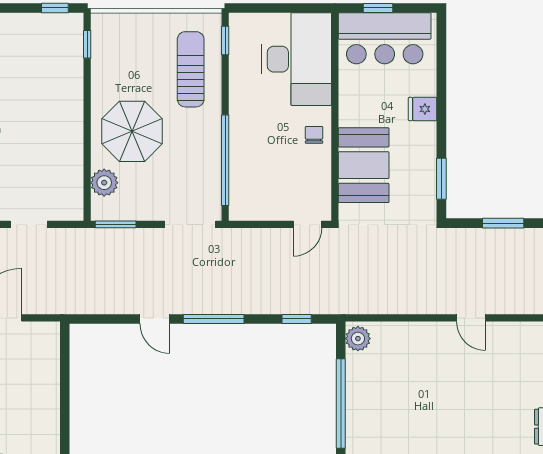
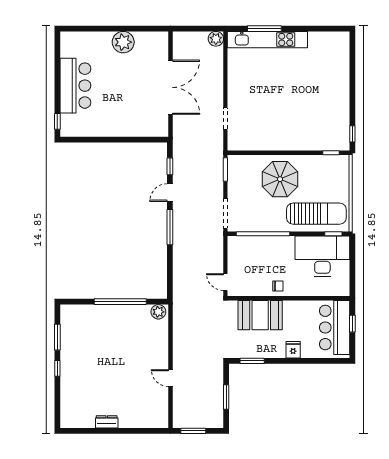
desk: (297, 59) -> (322, 256), moved, turned 180
sun lounger: (191, 69) -> (316, 214), width x1.36, depth x1.34
plant: (104, 183) -> (250, 163), removed
door: (471, 318) -> (171, 378), hinge flipped
window: (297, 319) -> (170, 166), moved

